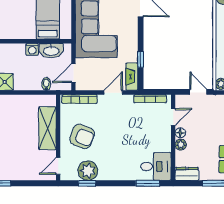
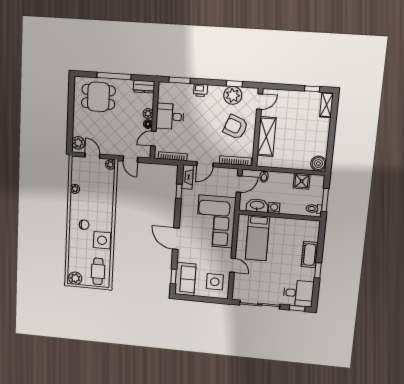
desk: (156, 166) -> (170, 116), moved
printer: (124, 174) -> (200, 90), added

